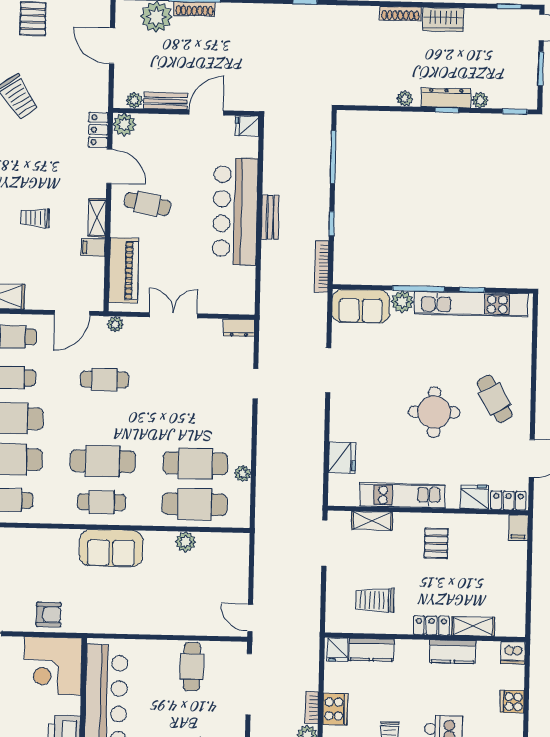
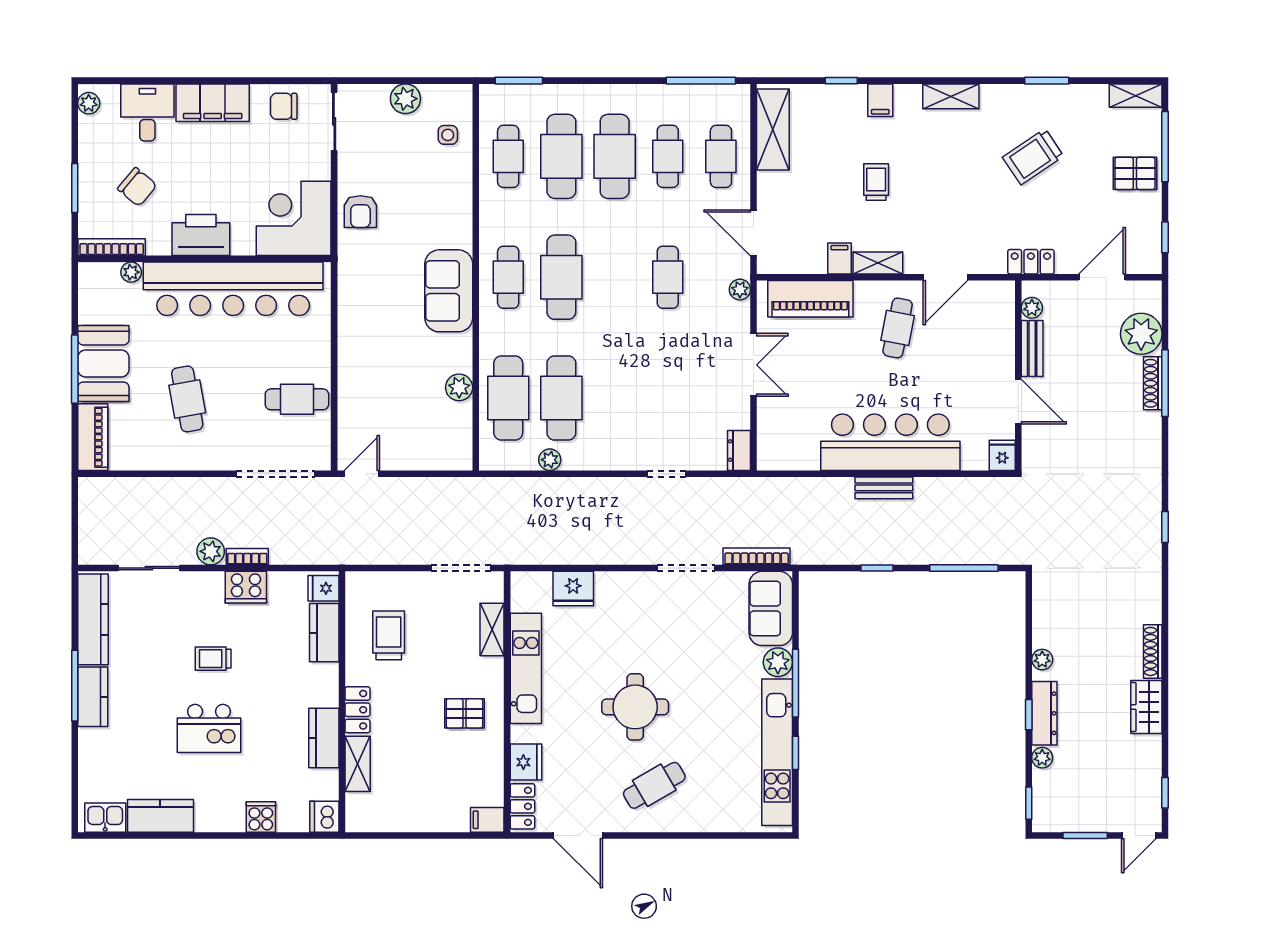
plant: (124, 125) -> (1000, 295), removed
locker: (98, 130) -> (1031, 262), moved
bookcase: (322, 267) -> (757, 556), moved

